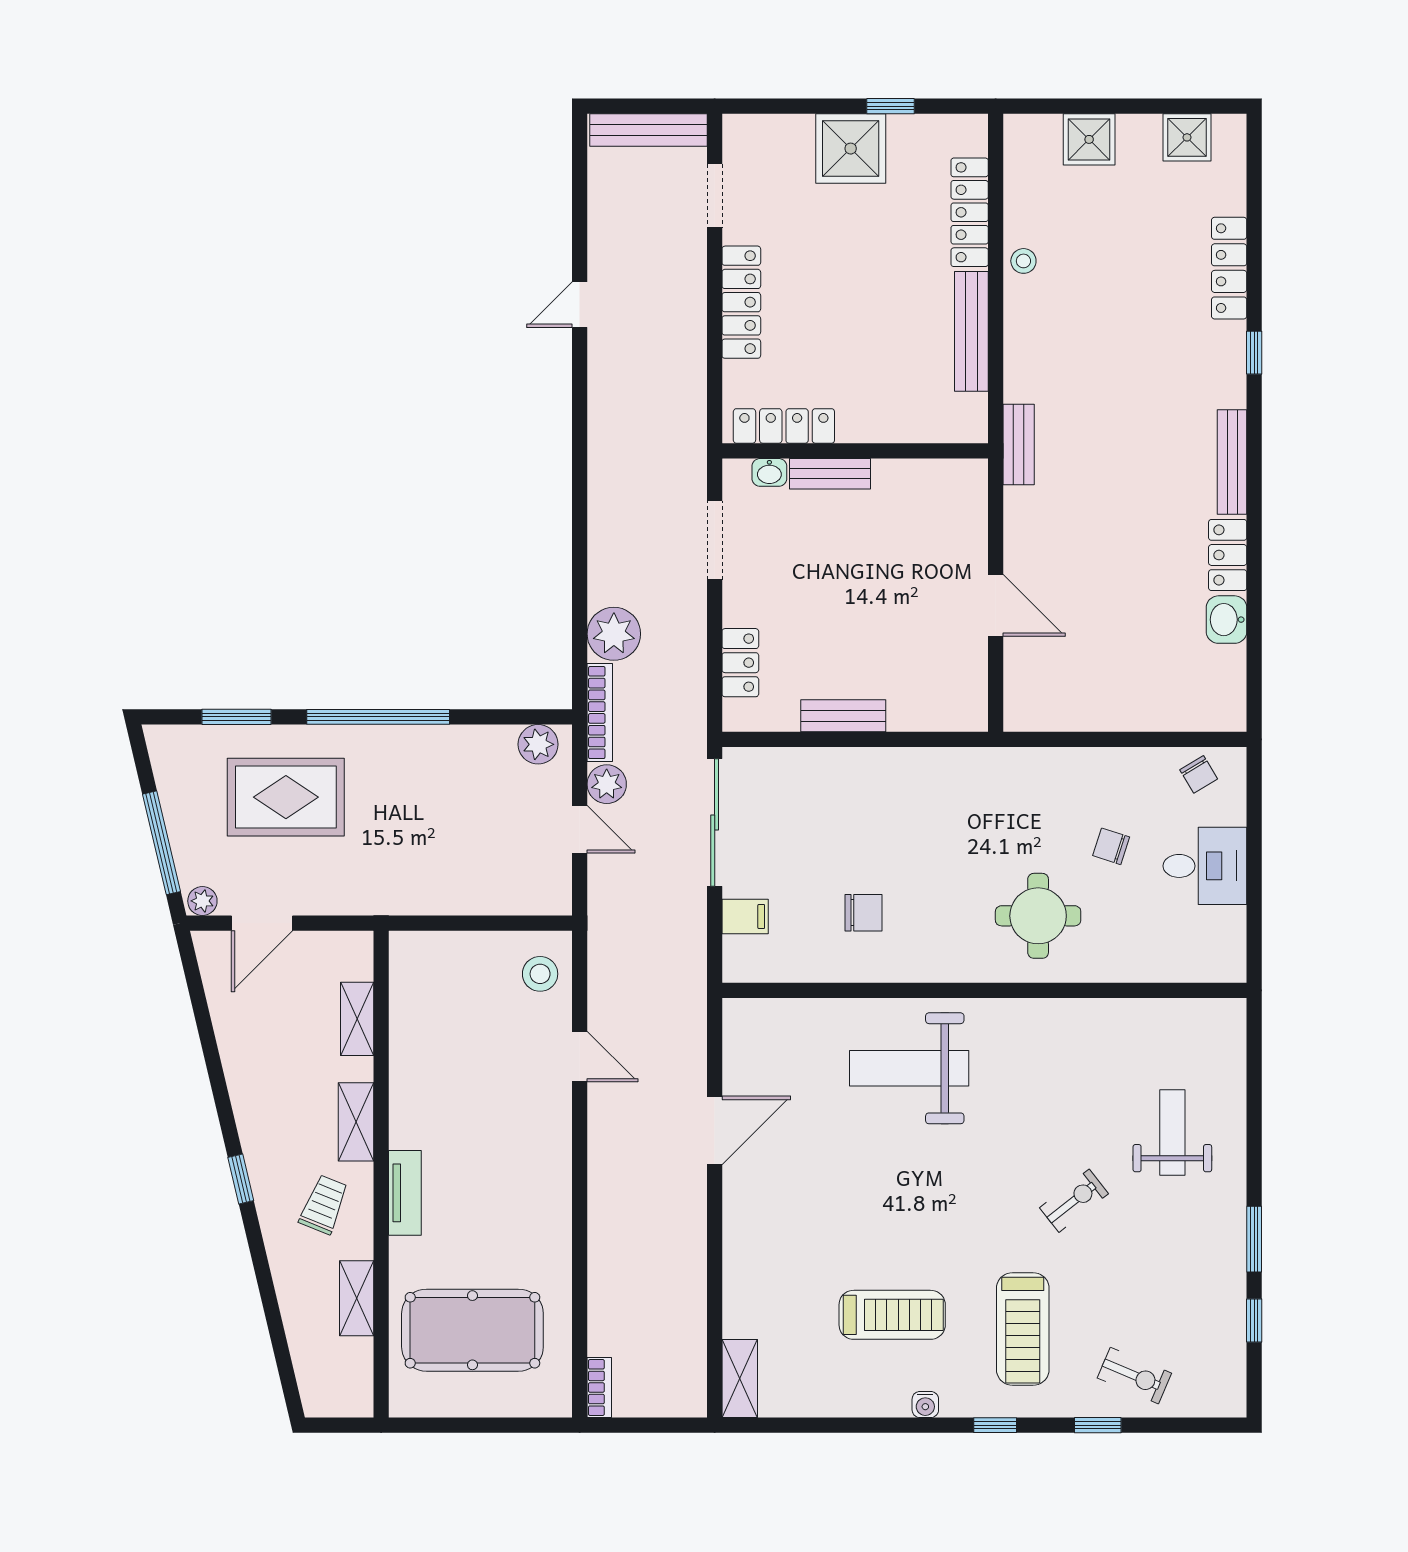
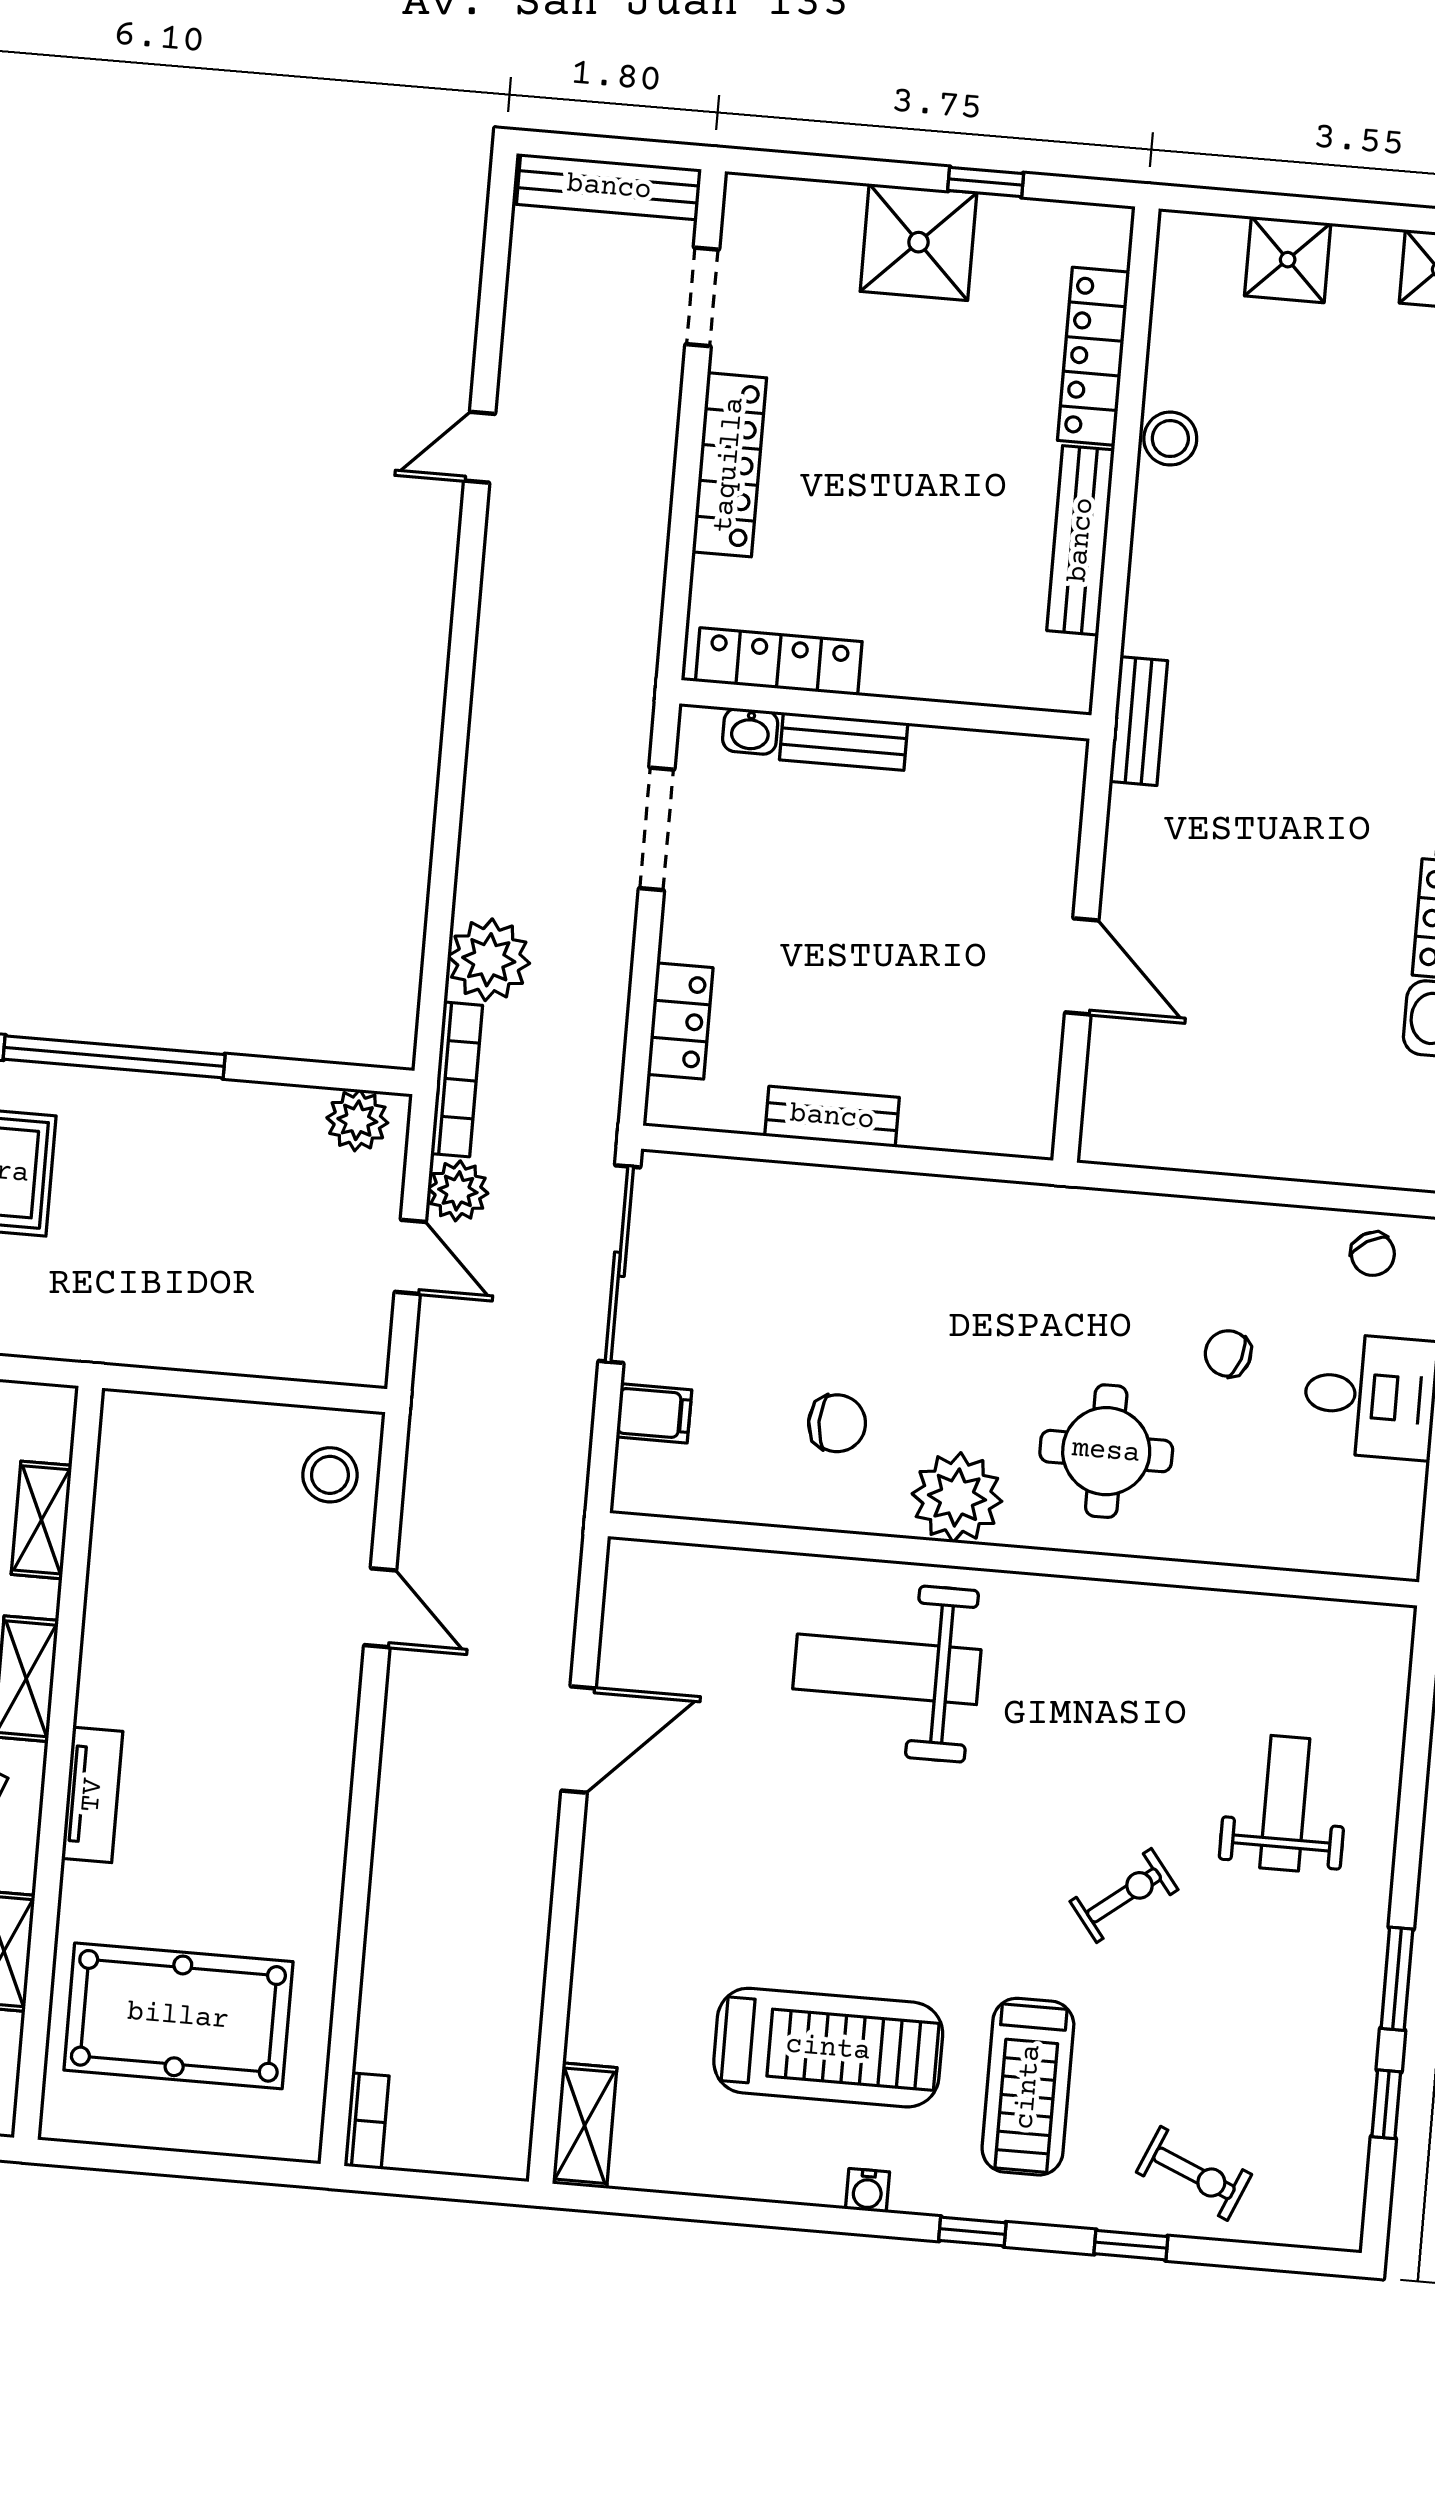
stool: (1023, 261) -> (1170, 439), width x1.37, depth x1.37
plant: (945, 954) -> (957, 1497), added
treadmill: (892, 1315) -> (828, 2048), width x1.37, depth x1.38

